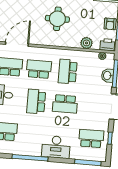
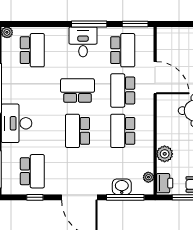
door: (17, 44) -> (155, 78), moved
school desk: (39, 69) -> (123, 91), turned 180
school desk: (68, 72) -> (123, 131), turned -90

